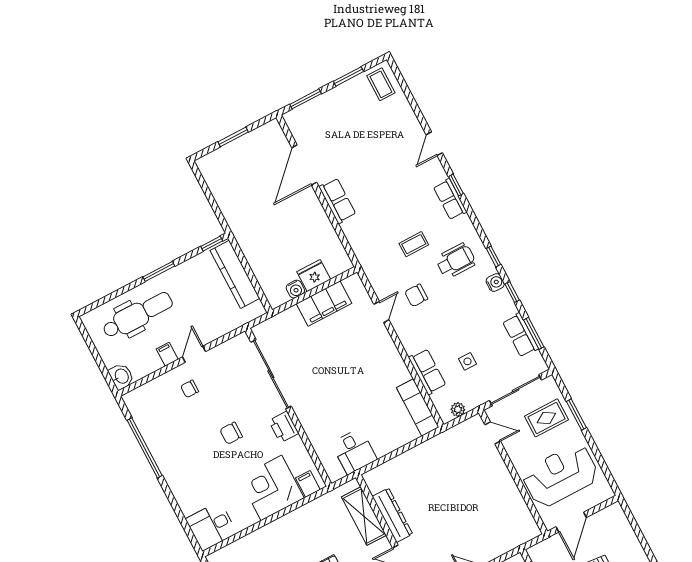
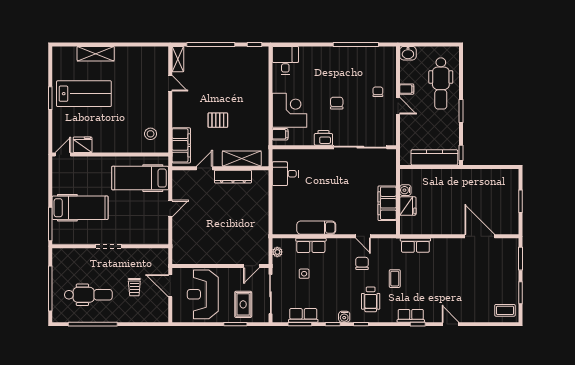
row of seats: (337, 201) -> (415, 245), moved
exam couch: (418, 408) -> (316, 228), moved
reception desk: (560, 475) -> (203, 294), turned 180

